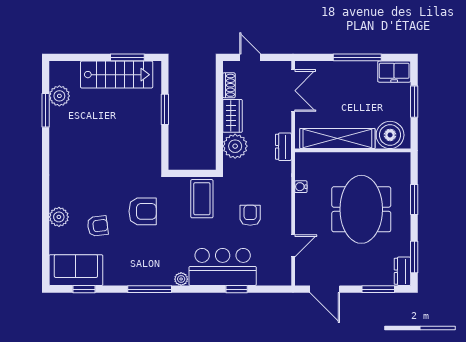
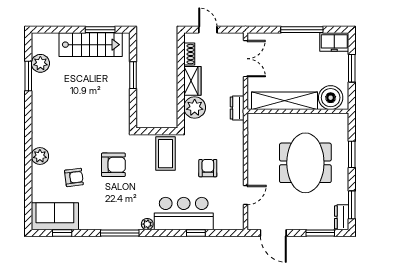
water cooler: (301, 187) -> (252, 143), removed
plant: (59, 217) -> (40, 156), moved

